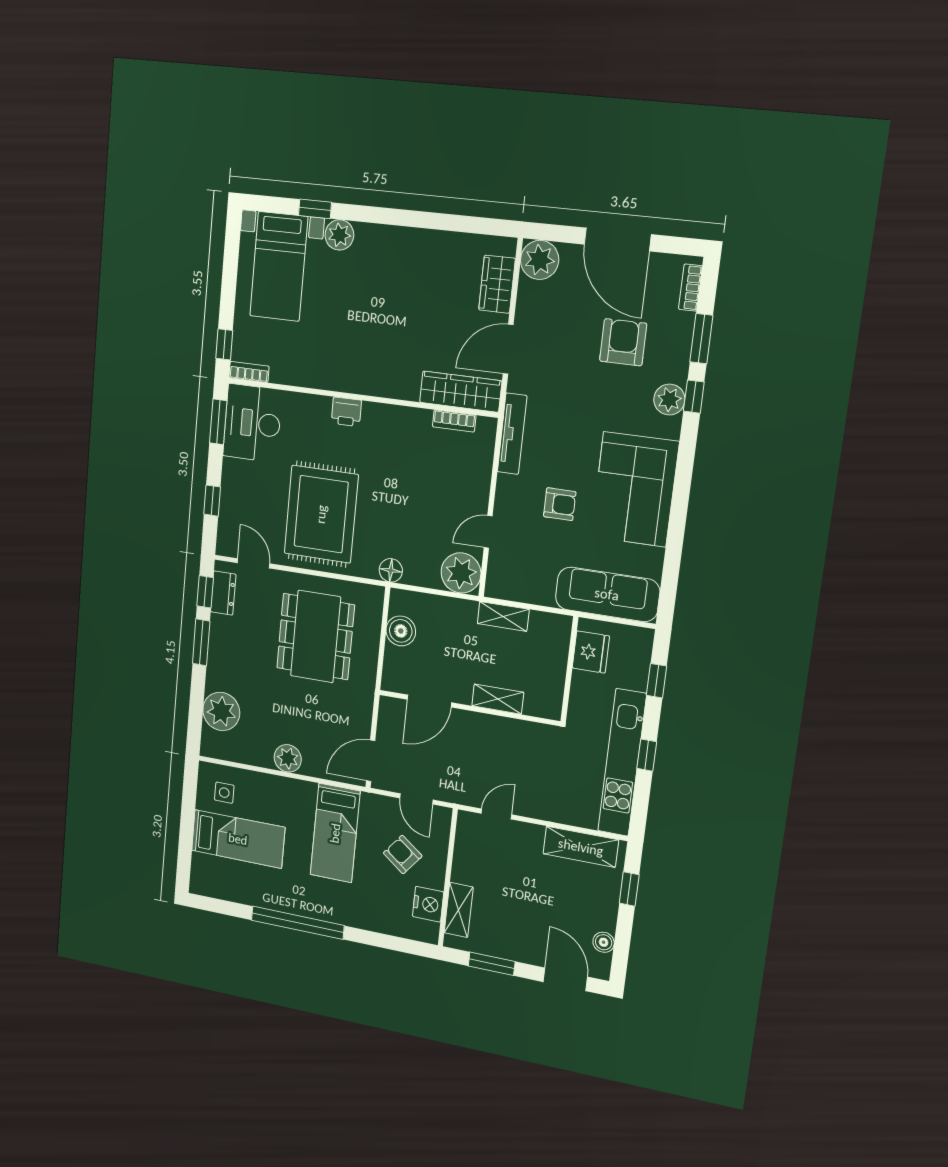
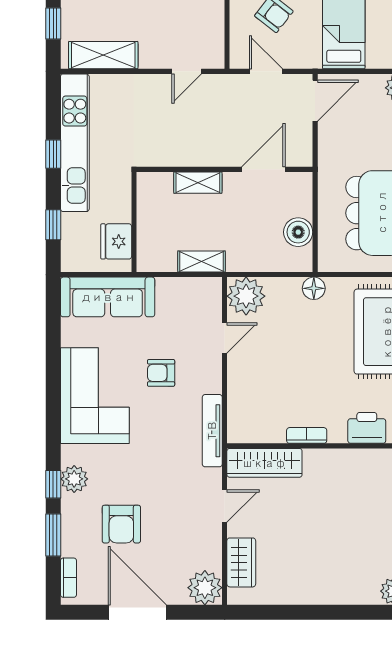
door: (508, 349) -> (225, 506), width x0.73
printer: (346, 412) -> (367, 428), width x1.36, depth x1.24
bookcase: (454, 421) -> (307, 435), moved

